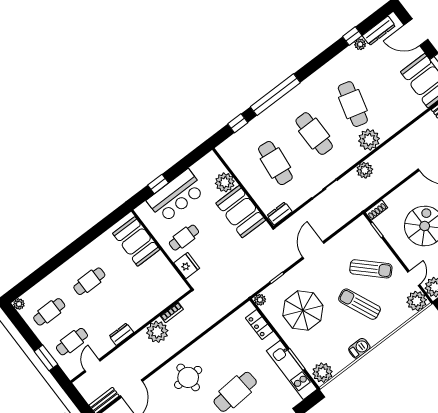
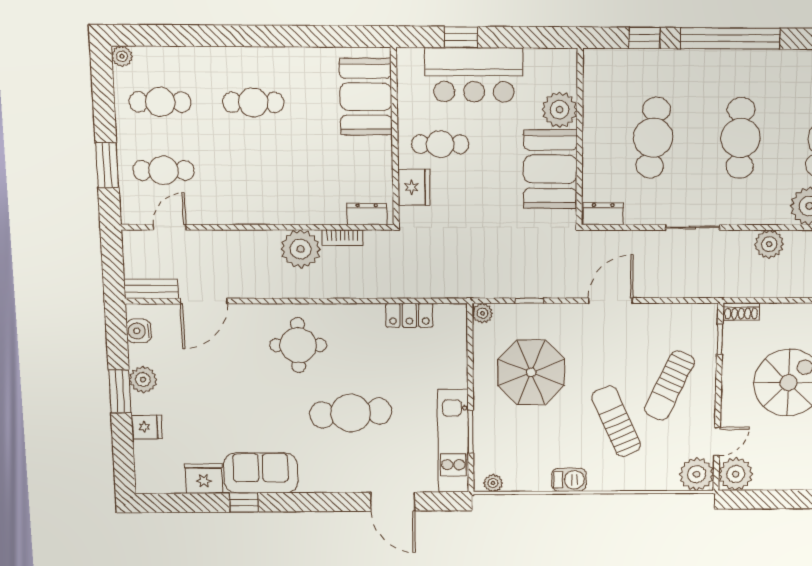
sun lounger: (371, 269) -> (669, 386), turned 71
locker: (259, 325) -> (409, 315), moved, turned -90
dresser: (121, 334) -> (367, 214), moved
plant: (322, 373) -> (493, 483), width x0.53, depth x0.53

